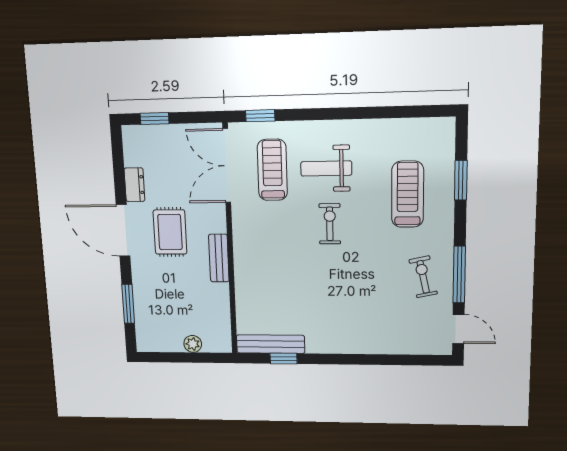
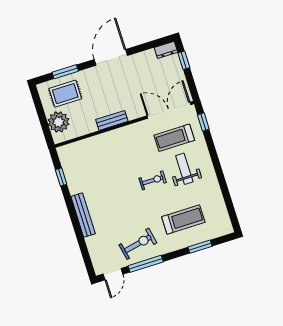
treadmill: (272, 170) -> (174, 138), turned 180
dresser: (134, 185) -> (166, 50), moved
rug: (170, 232) -> (65, 94), moved
exercise bike: (423, 277) -> (138, 244), width x1.38, depth x1.39
plant: (193, 344) -> (59, 122), width x1.87, depth x1.87
bench: (271, 344) -> (83, 215), moved

